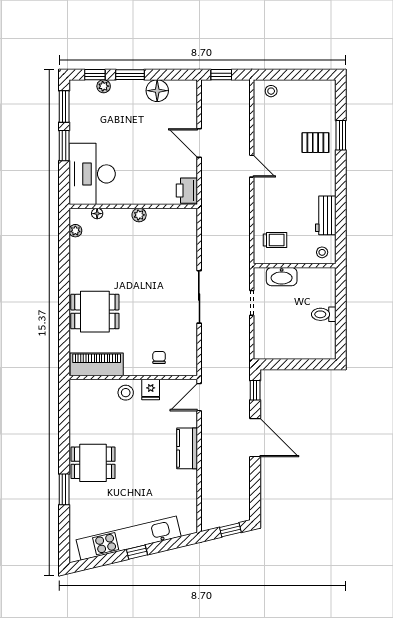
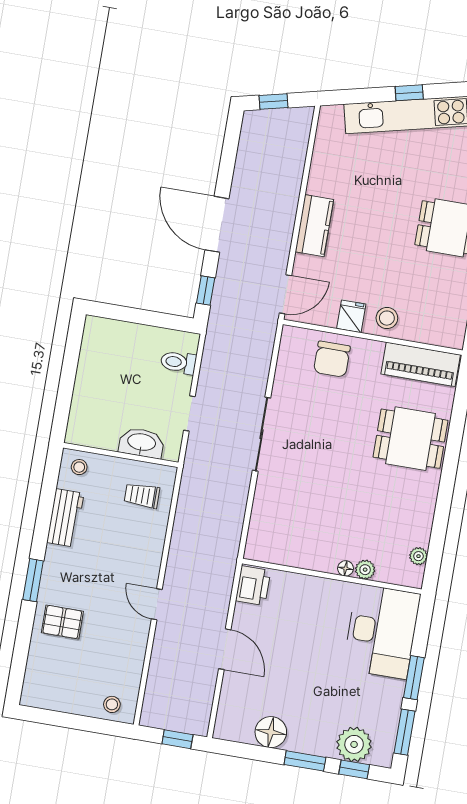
plant: (104, 86) -> (354, 744), width x1.88, depth x1.88
window: (341, 135) -> (33, 580), moved
floor lamp: (97, 214) -> (346, 568), moved
plant: (139, 215) -> (365, 570), moved
toilet: (324, 314) -> (178, 362), moved, turned 180
chair: (159, 357) -> (332, 359), width x1.87, depth x1.87

